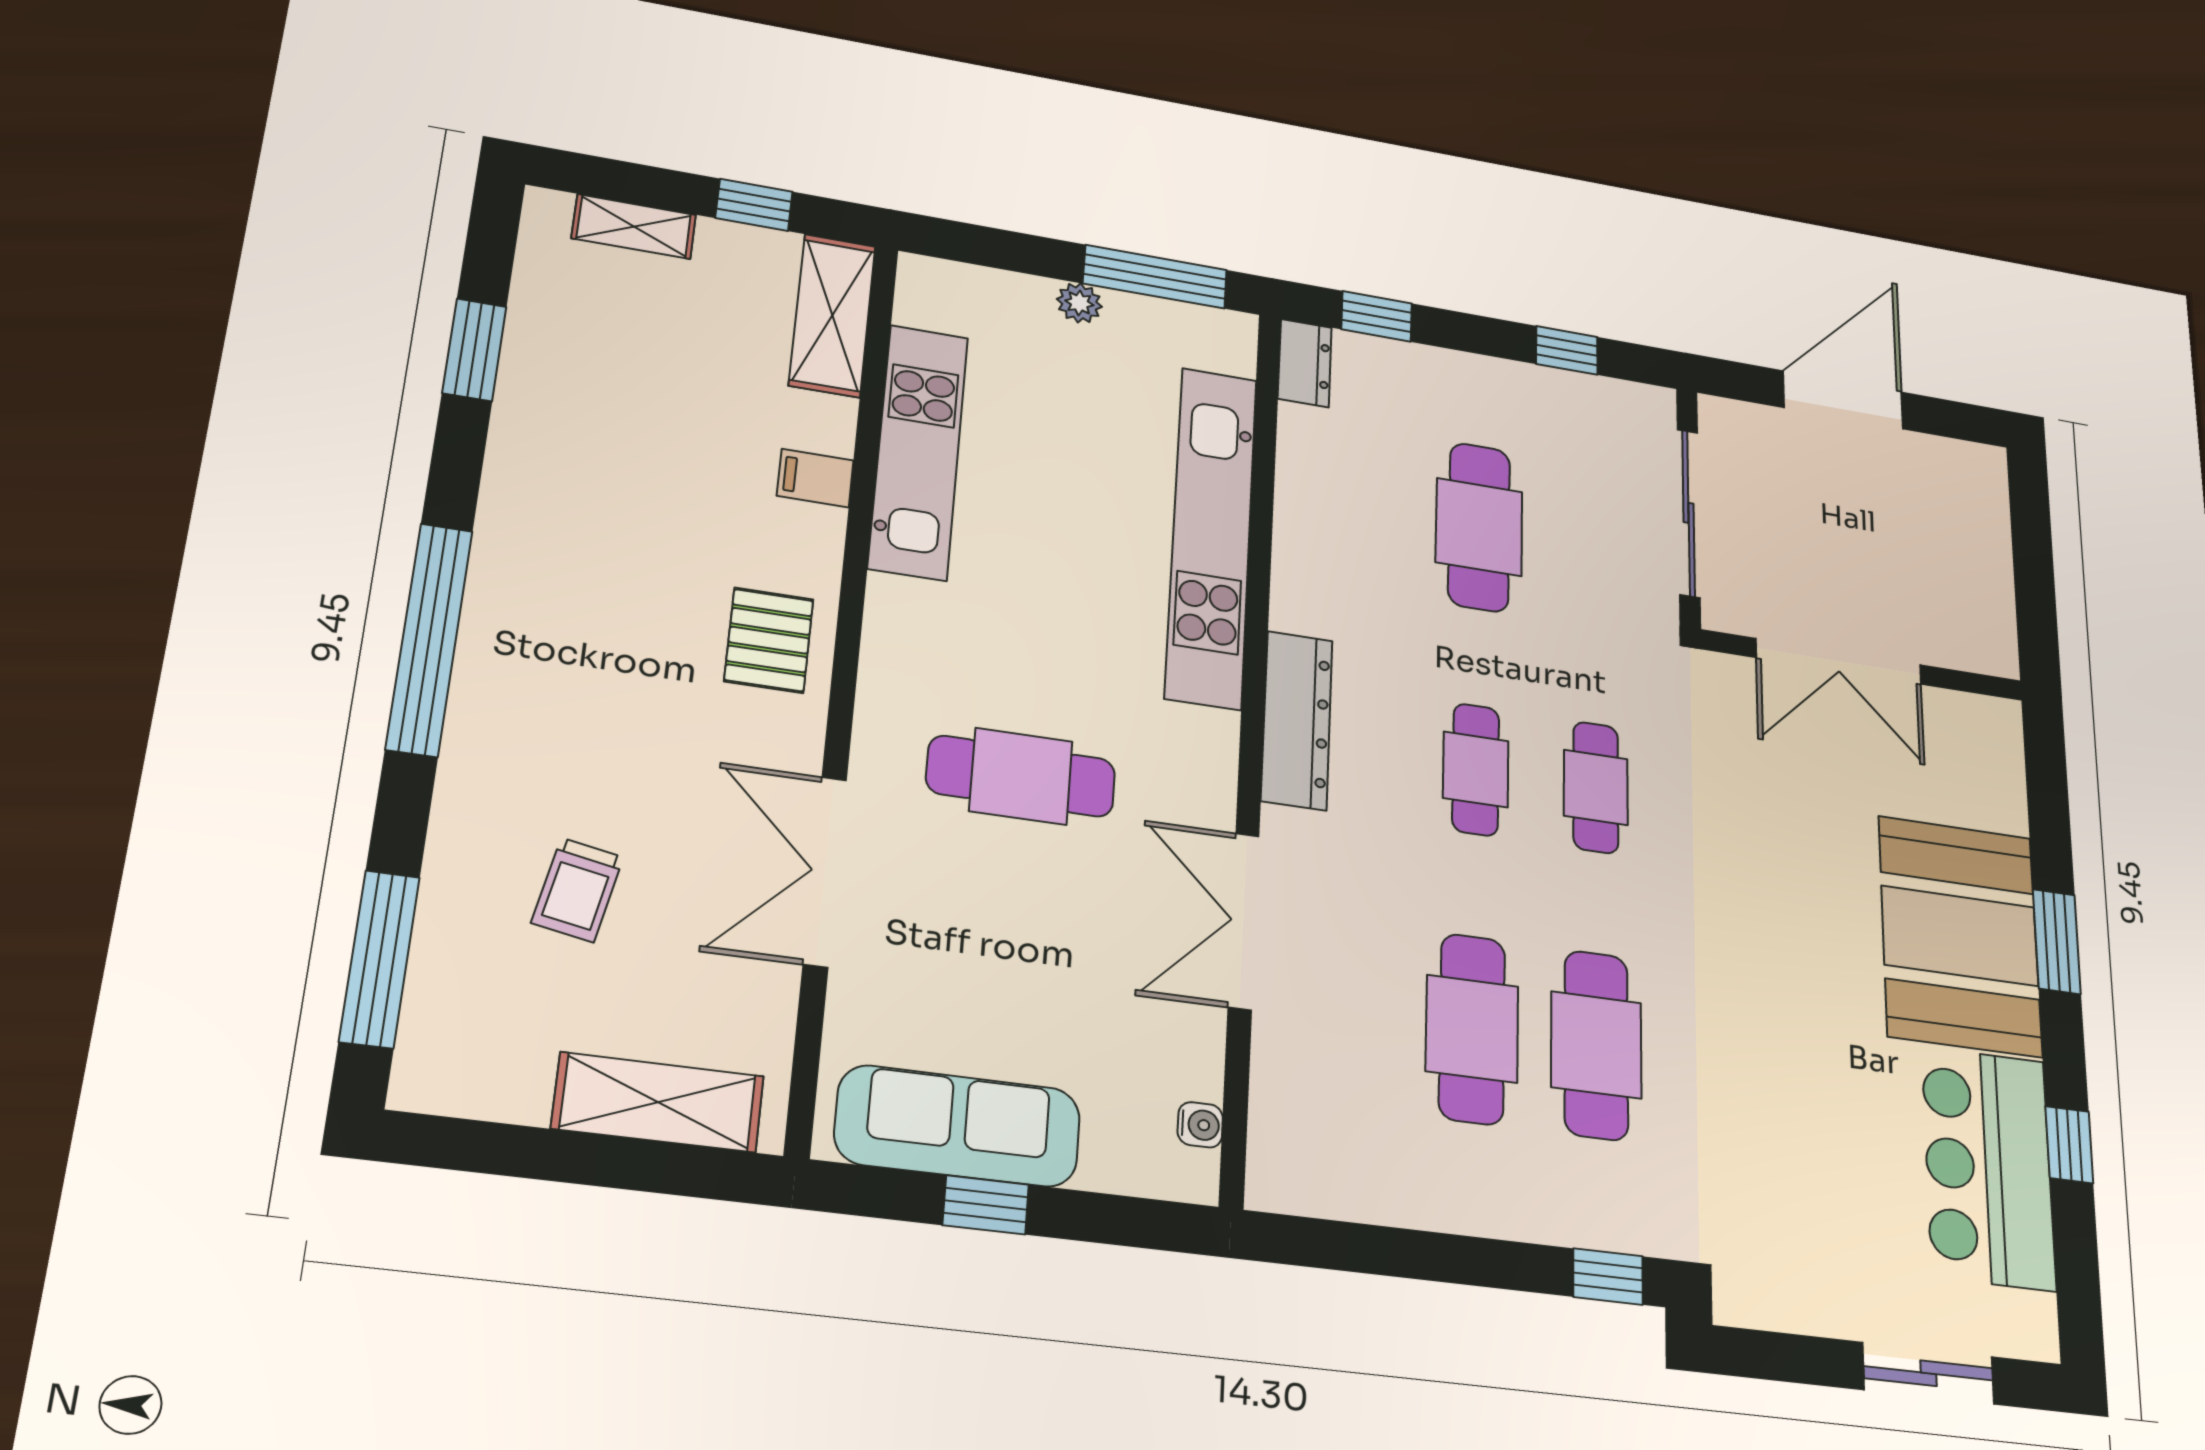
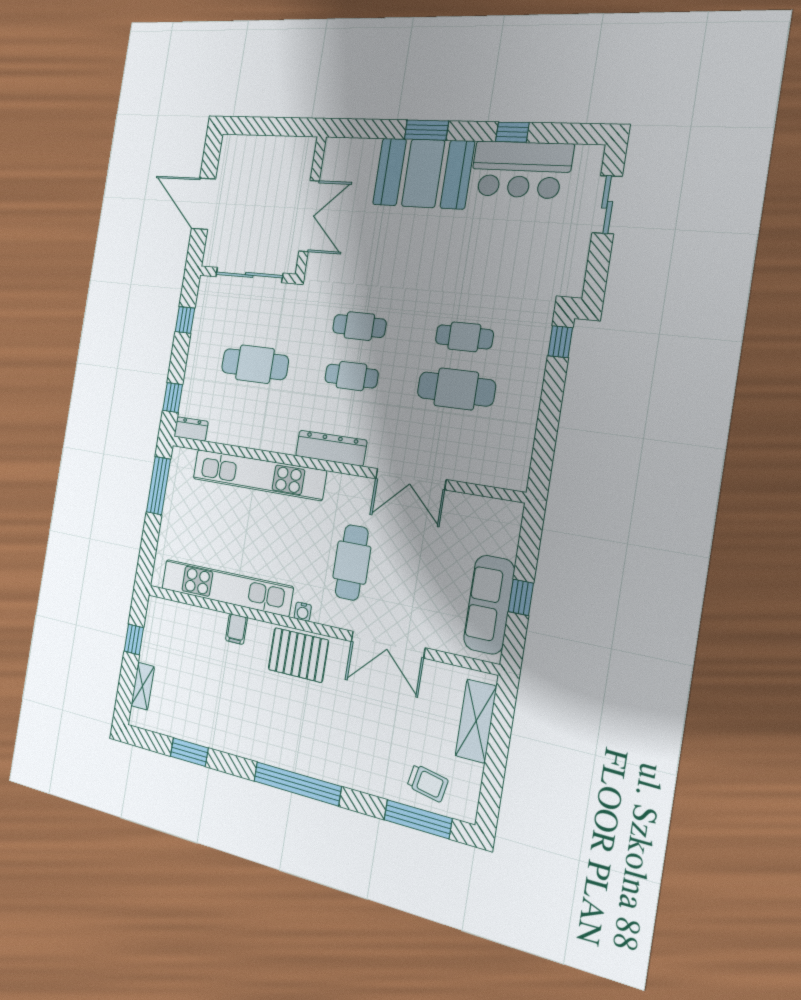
plant: (1079, 303) -> (169, 517), removed
shelving: (832, 315) -> (175, 615), removed
kitchen unit: (918, 451) -> (226, 588), width x1.36
pallet: (769, 640) -> (298, 655), width x1.50, depth x1.42
trolley: (577, 890) -> (428, 783), moved
cafe table: (1596, 1045) -> (464, 337), width x0.73, depth x0.74
water cooler: (1200, 1125) -> (303, 612), moved, turned 180

